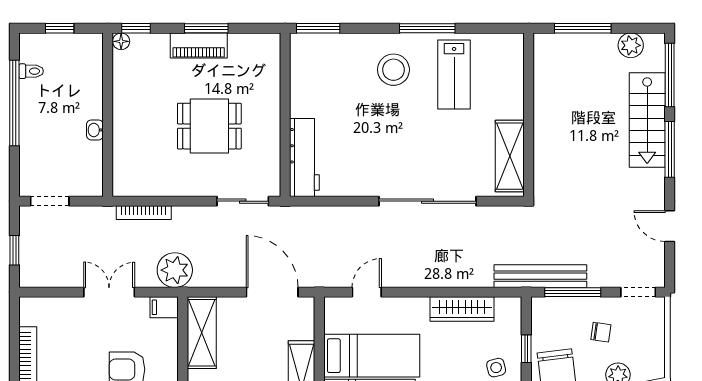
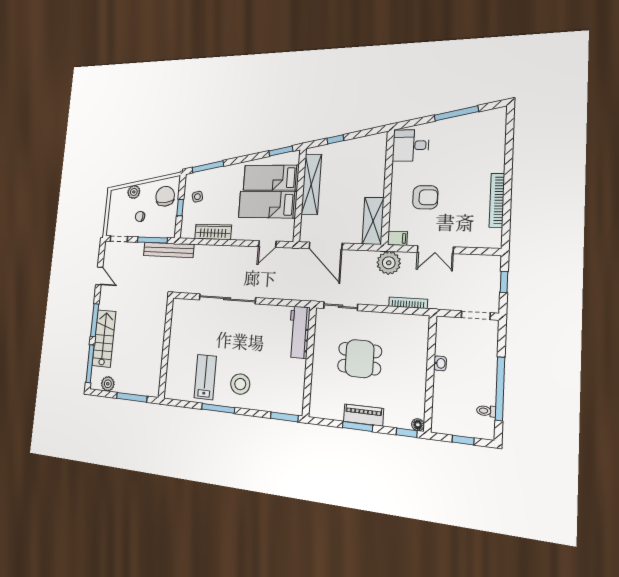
shelving: (510, 156) -> (178, 323), removed

